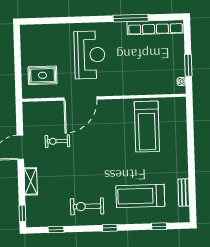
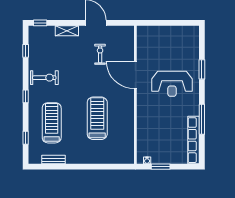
window: (71, 20) -> (202, 69), added
rug: (43, 75) -> (156, 44), removed
treadmill: (147, 127) -> (97, 118), moved, turned 90
exercise bike: (87, 206) -> (44, 78), turned 90

